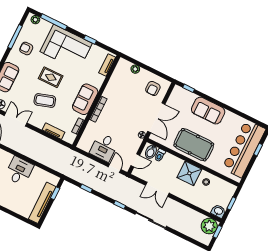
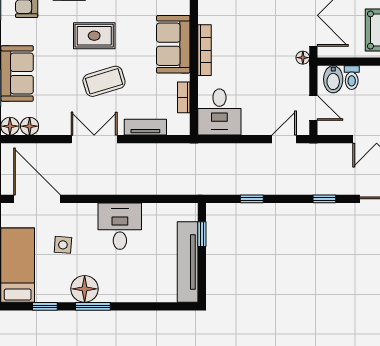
double door: (16, 119) -> (94, 139), moved
desk: (104, 147) -> (219, 112), moved
door: (135, 160) -> (313, 108), hinge flipped
door: (115, 168) -> (284, 139), hinge flipped

